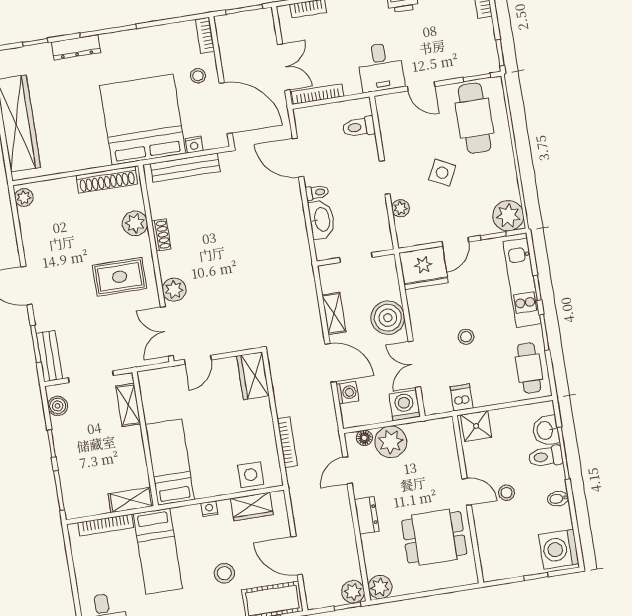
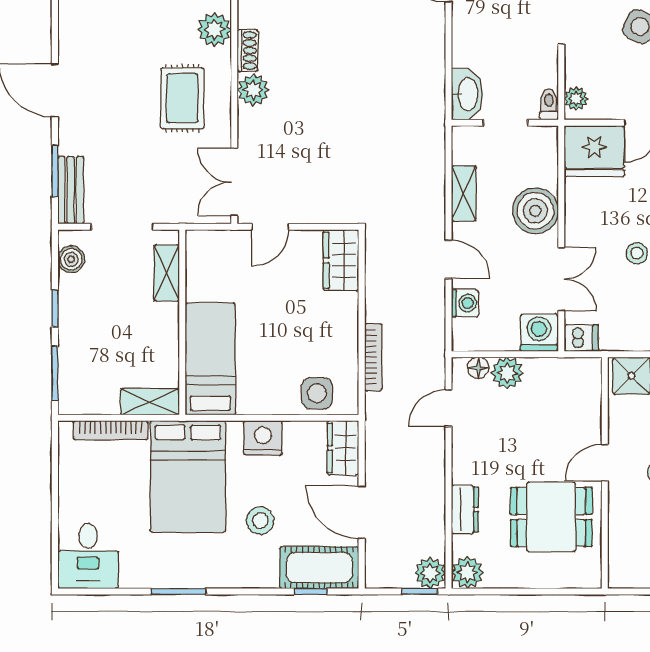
toilet: (317, 192) -> (549, 104), moved, turned -90
plant: (401, 208) -> (576, 99), moved
washbasin: (322, 219) -> (467, 94), moved
rug: (120, 277) -> (182, 98), turned 90
plant: (174, 290) -> (253, 90), moved
door: (330, 363) -> (448, 259), width x0.73
double door: (414, 364) -> (561, 279), swing flipped
dishwasher: (462, 398) -> (581, 338), moved, turned 90
plant: (391, 442) -> (507, 373), width x0.73, depth x0.73
door: (467, 492) -> (605, 462), swing flipped
wardrobe: (252, 507) -> (343, 448), moved, turned 90
nightstand: (209, 509) -> (263, 438), width x1.89, depth x1.79
dresser: (367, 515) -> (465, 509), moved
bed: (158, 551) -> (188, 477), width x1.50

